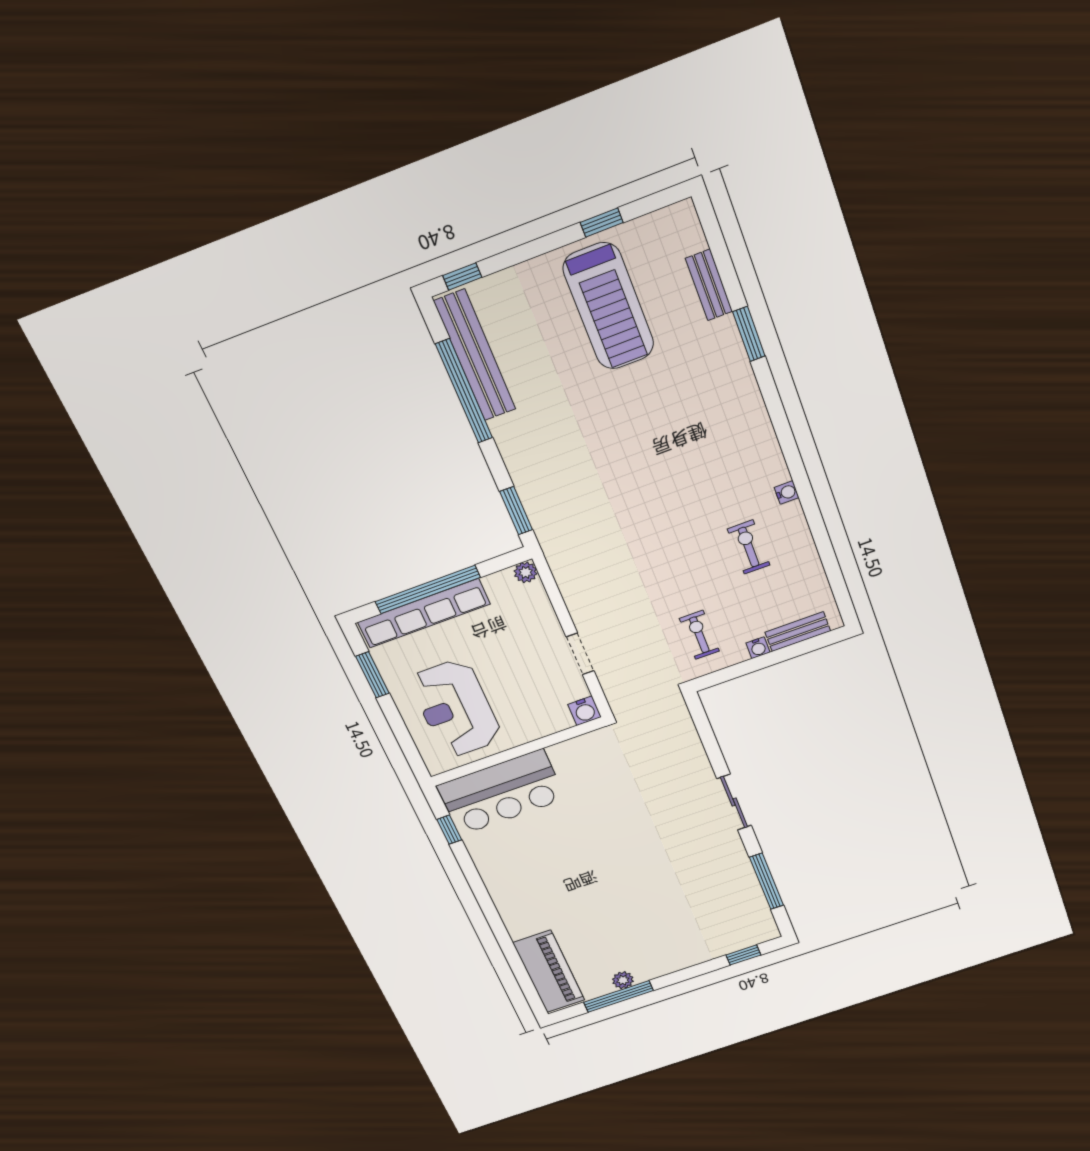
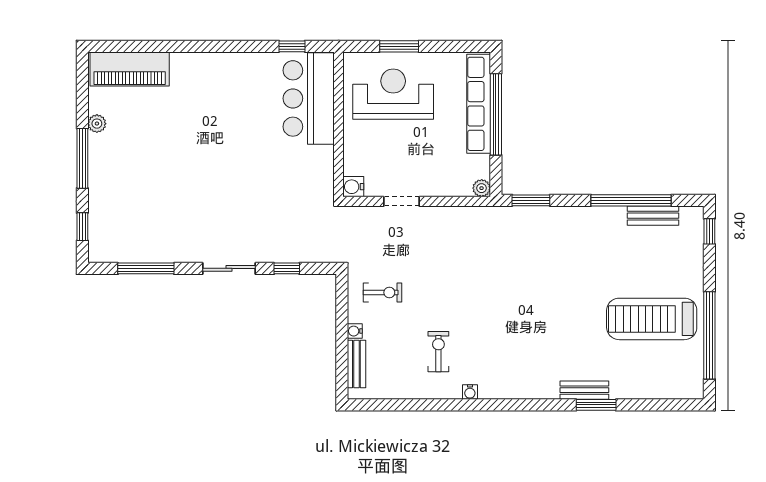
window: (602, 222) -> (709, 335), width x3.17
bench: (709, 285) -> (584, 390), moved
bench: (475, 355) -> (653, 216), width x0.54, depth x0.82
exercise bike: (749, 547) -> (438, 352), turned -90
window: (372, 675) -> (399, 46), moved
window: (711, 745) -> (287, 268), added
window: (618, 996) -> (82, 158), moved

